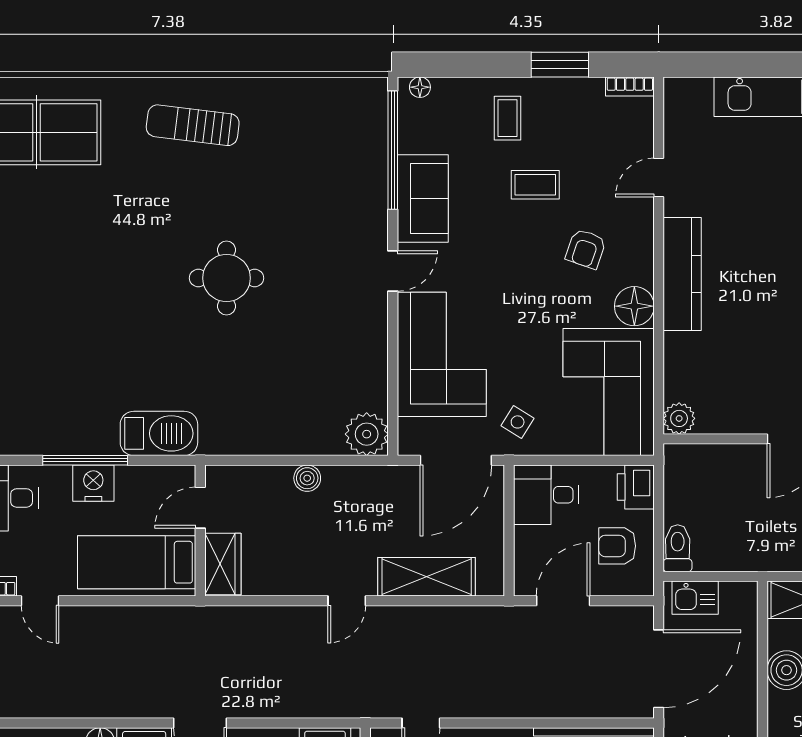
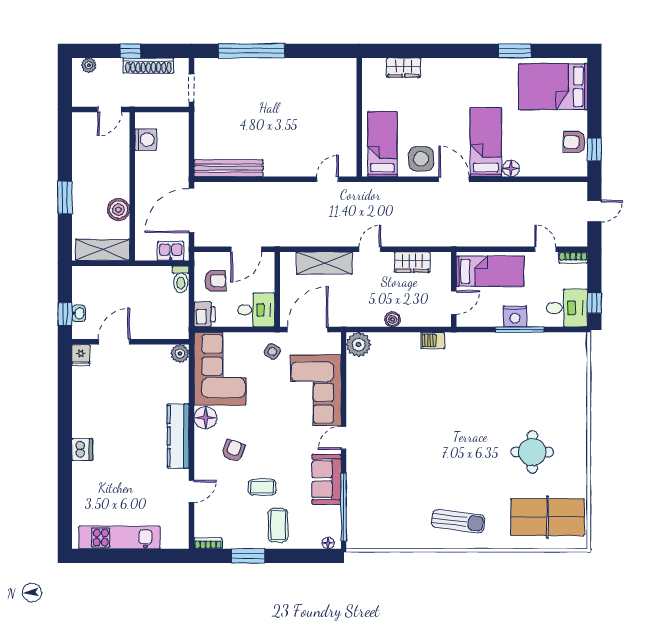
coffee table: (507, 118) -> (278, 525), width x1.36, depth x1.30
round table: (226, 278) -> (532, 452), moved
barbecue: (159, 433) -> (433, 341), moved, width x0.53, depth x0.65
wardrobe: (223, 564) -> (412, 262), moved, turned -90

